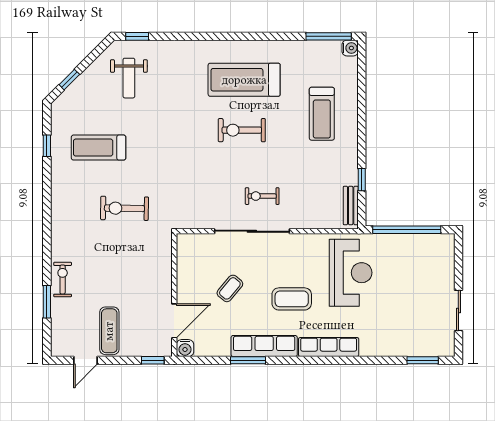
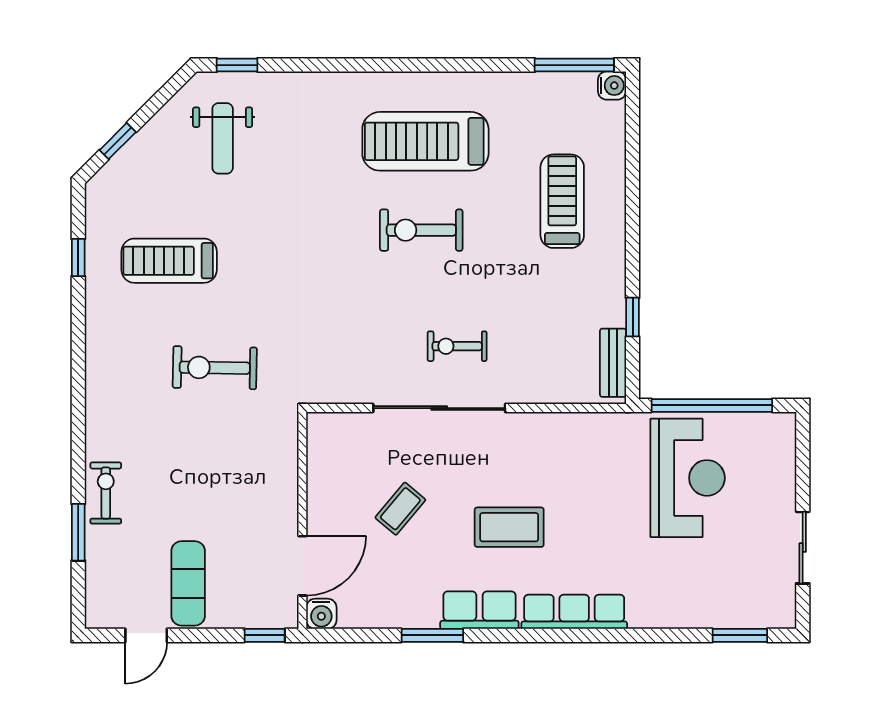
treadmill: (322, 114) -> (562, 201), turned 180
reception desk: (351, 273) -> (688, 478), moved
row of seats: (264, 346) -> (479, 610), width x0.68

